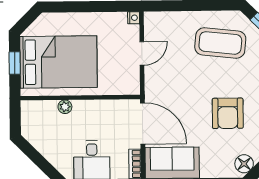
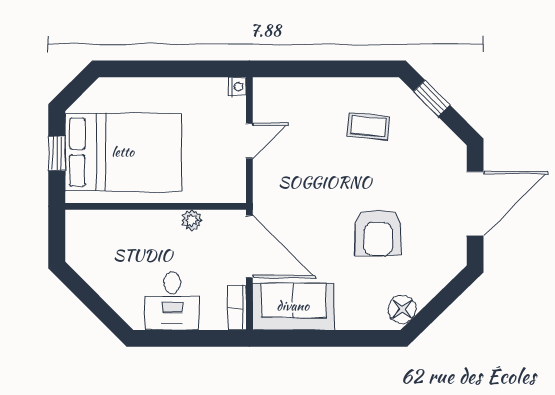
coffee table: (220, 43) -> (368, 126), width x0.54, depth x0.58
plant: (65, 107) -> (192, 220), moved

